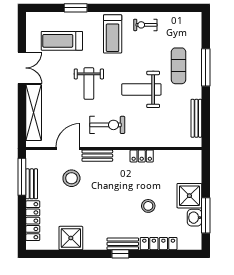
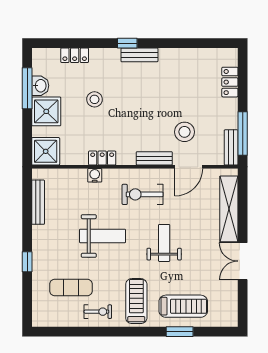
treadmill: (62, 41) -> (183, 306), moved
exercise mat: (178, 66) -> (71, 287), moved, turned 90
window: (206, 67) -> (27, 262), width x0.46
water cooler: (148, 141) -> (95, 175), added
bench: (32, 184) -> (231, 147), moved
locker: (33, 221) -> (230, 82), width x0.66
shower: (71, 238) -> (46, 151), moved
bench: (123, 244) -> (139, 55), moved
locker: (159, 244) -> (75, 55), width x0.66

